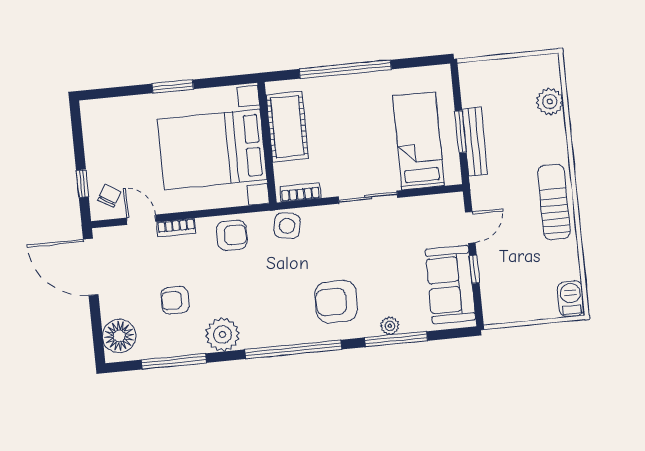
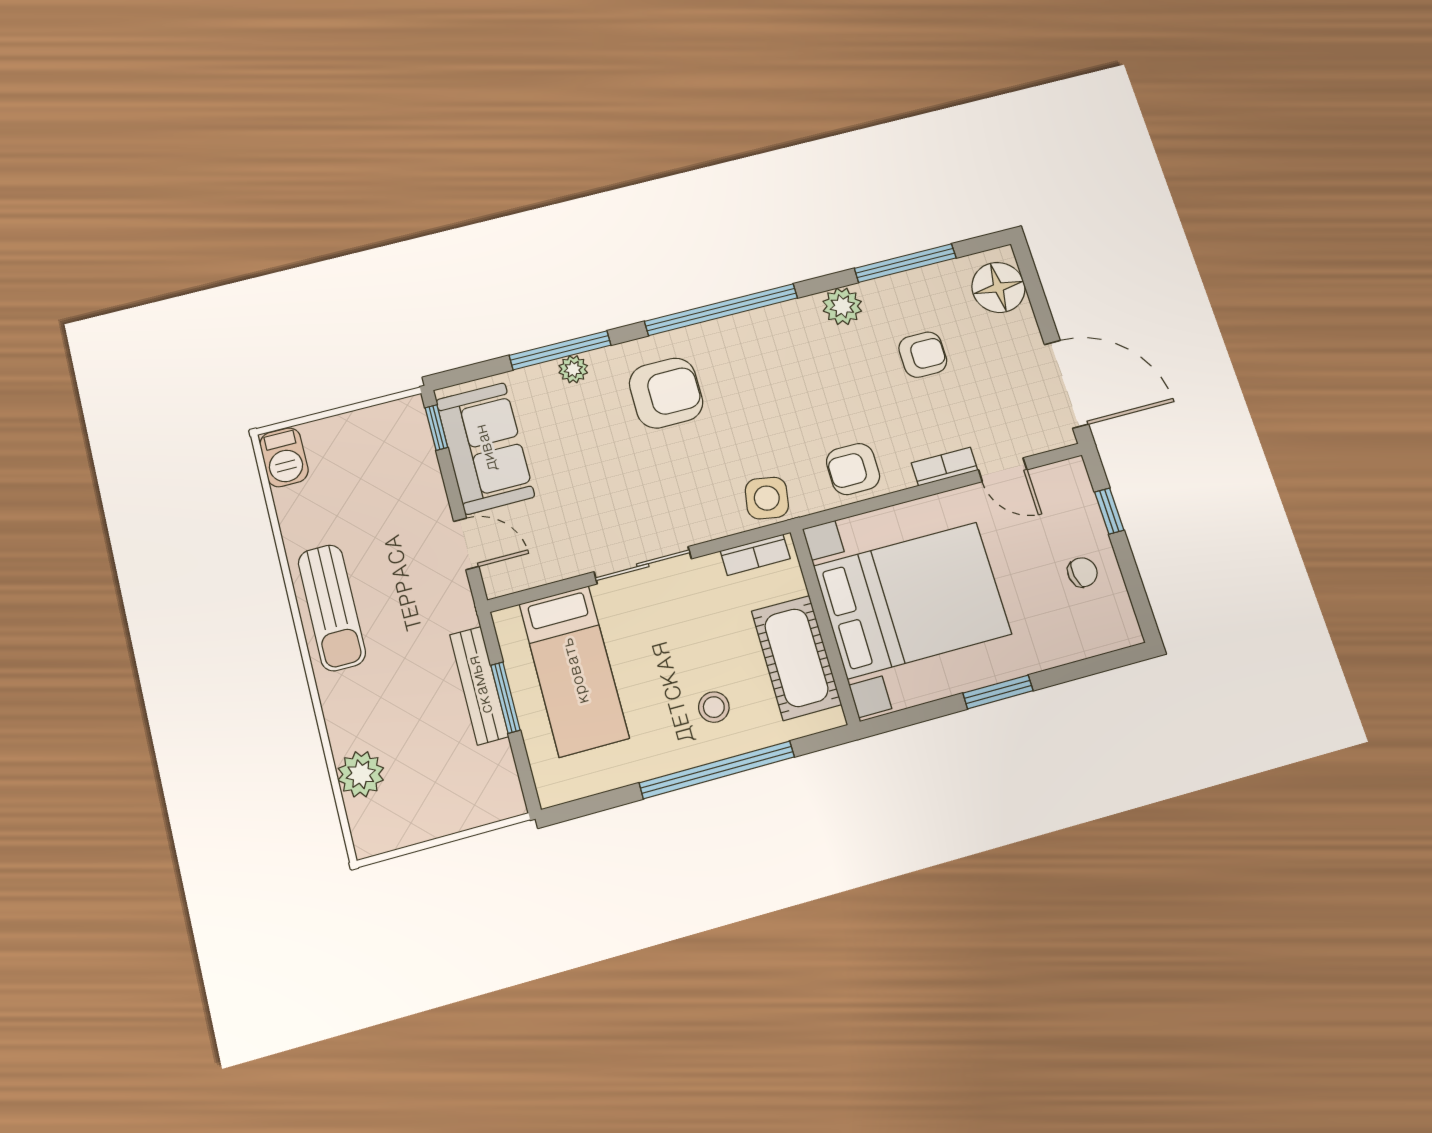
stool: (341, 106) -> (714, 707), added
chair: (109, 196) -> (1082, 572), moved, turned -130
door: (470, 228) -> (466, 544), swing flipped
window: (474, 269) -> (436, 428), moved
plant: (222, 335) -> (842, 306), width x0.73, depth x0.73

